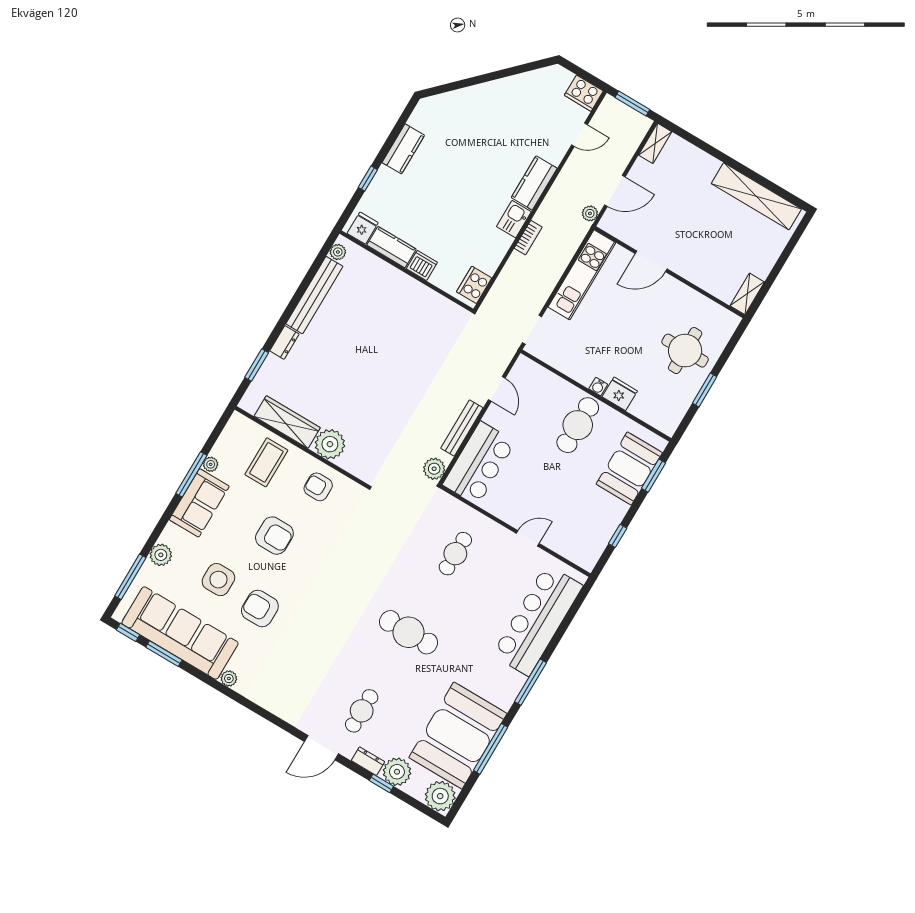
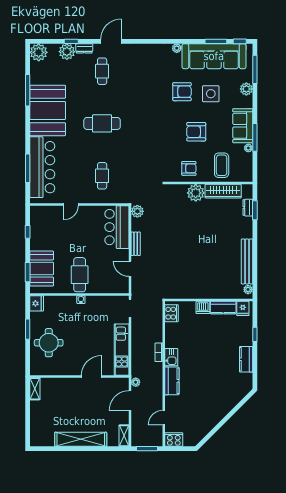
shelving: (756, 196) -> (81, 439), moved
dresser: (284, 342) -> (248, 208), moved
fridge: (620, 394) -> (37, 303), moved, turned -90
bench: (462, 428) -> (136, 244), width x0.73
window: (530, 682) -> (28, 168), moved
booth: (458, 736) -> (48, 110), moved

